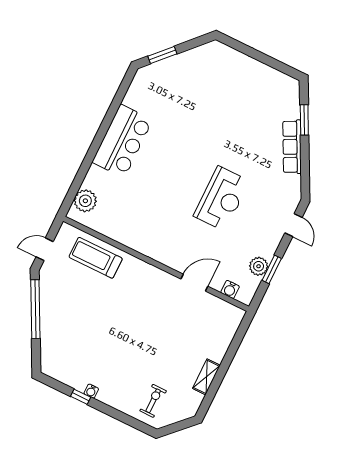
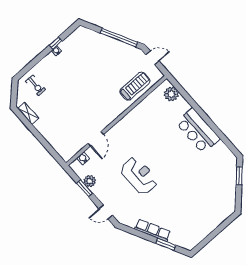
reception desk: (221, 199) -> (139, 176), turned 180
door: (45, 249) -> (152, 58), hinge flipped
shelving: (206, 377) -> (28, 113), moved

